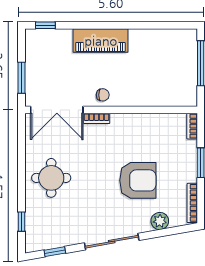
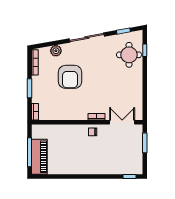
piano: (101, 41) -> (39, 157), moved, turned 90
double door: (57, 110) -> (122, 122), width x0.73
round table: (51, 178) -> (129, 55), moved
armchair: (138, 180) -> (70, 77), turned -90

